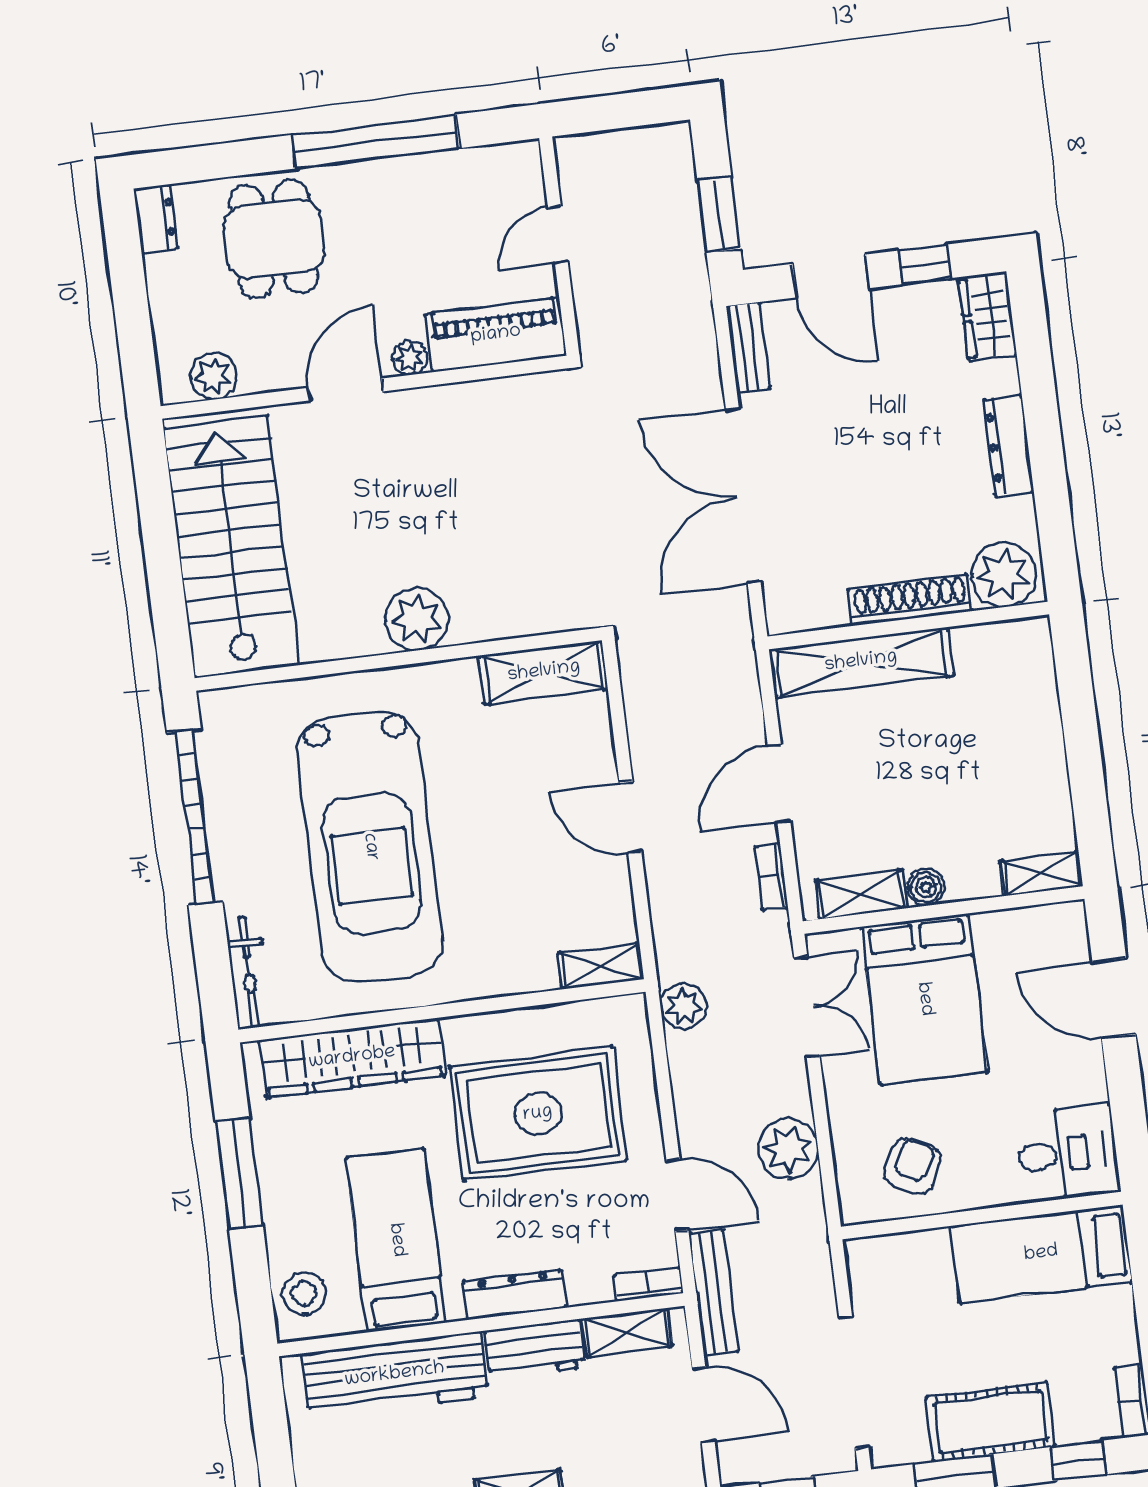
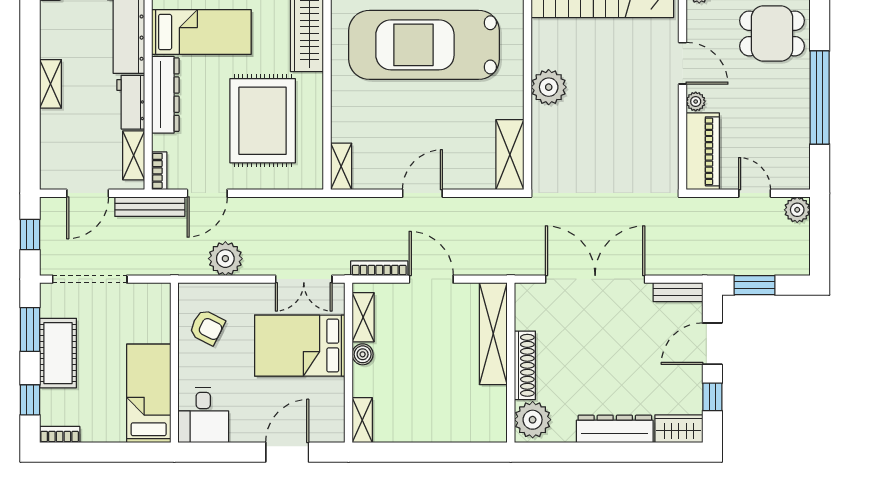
dresser: (1009, 446) -> (615, 429), width x1.37, depth x1.24
bookcase: (771, 877) -> (379, 268), width x1.56
plant: (683, 1006) -> (797, 210), moved
dresser: (514, 1295) -> (165, 95), width x1.37, depth x1.24

